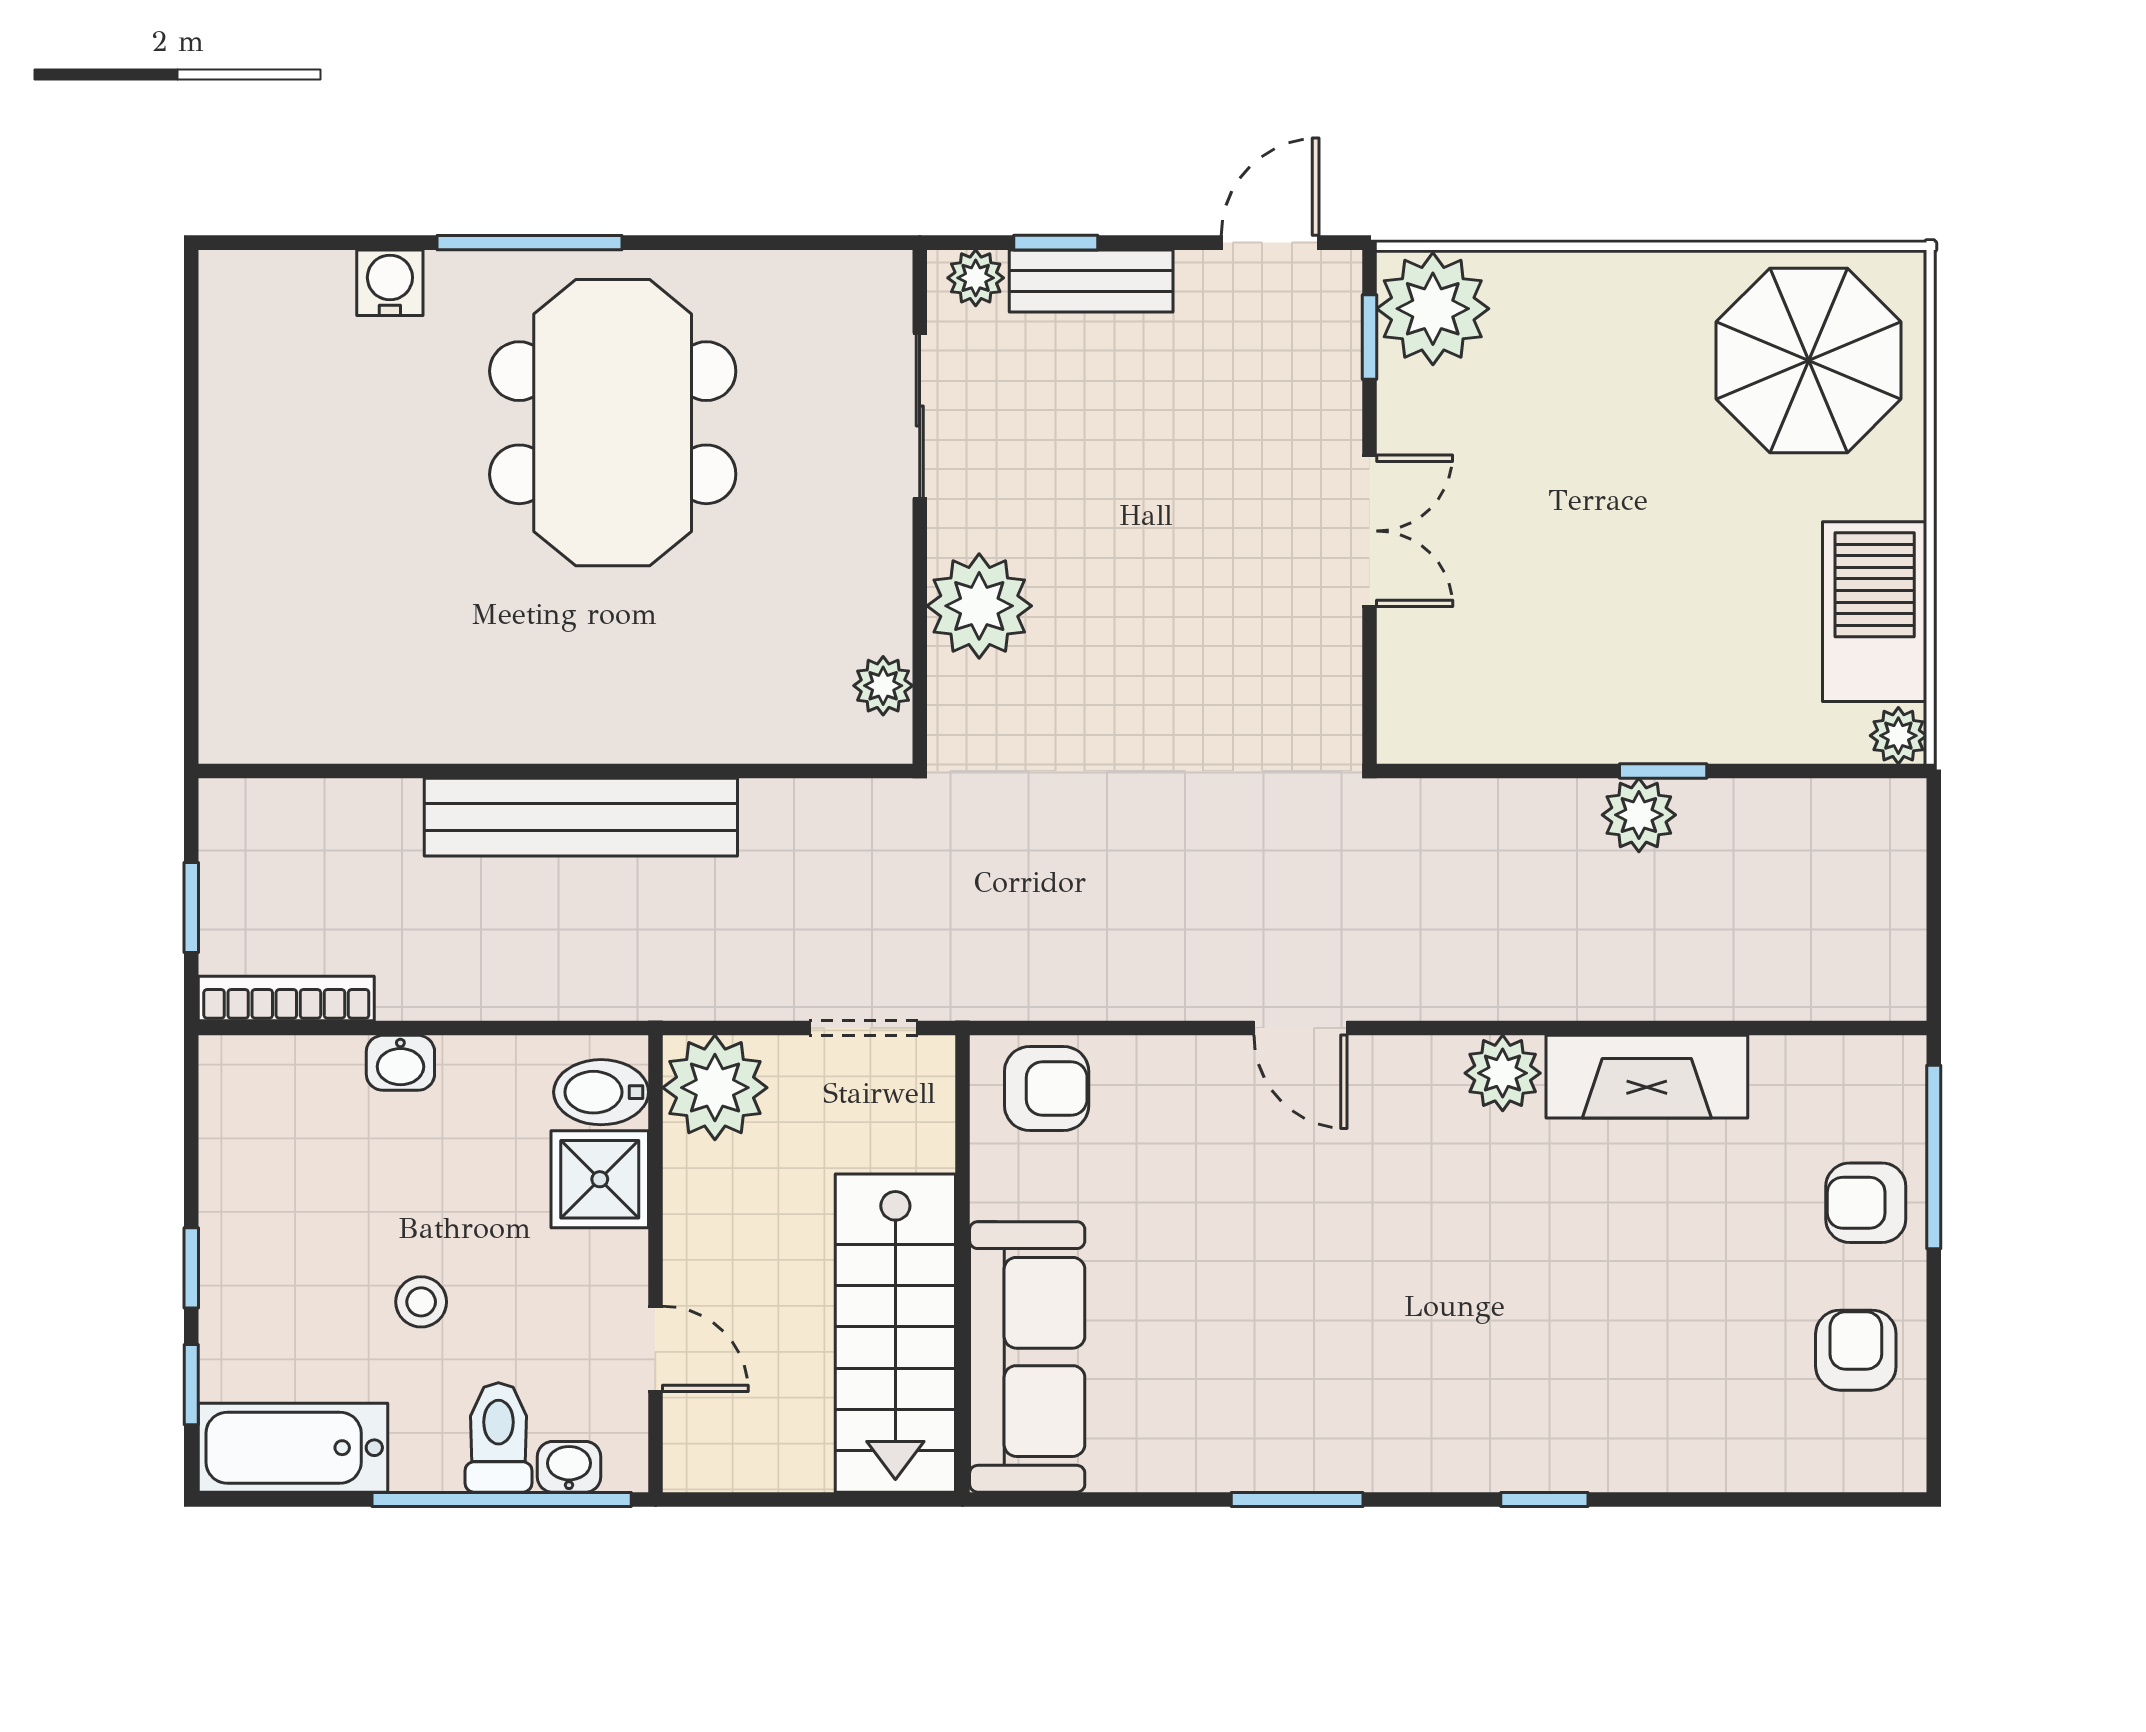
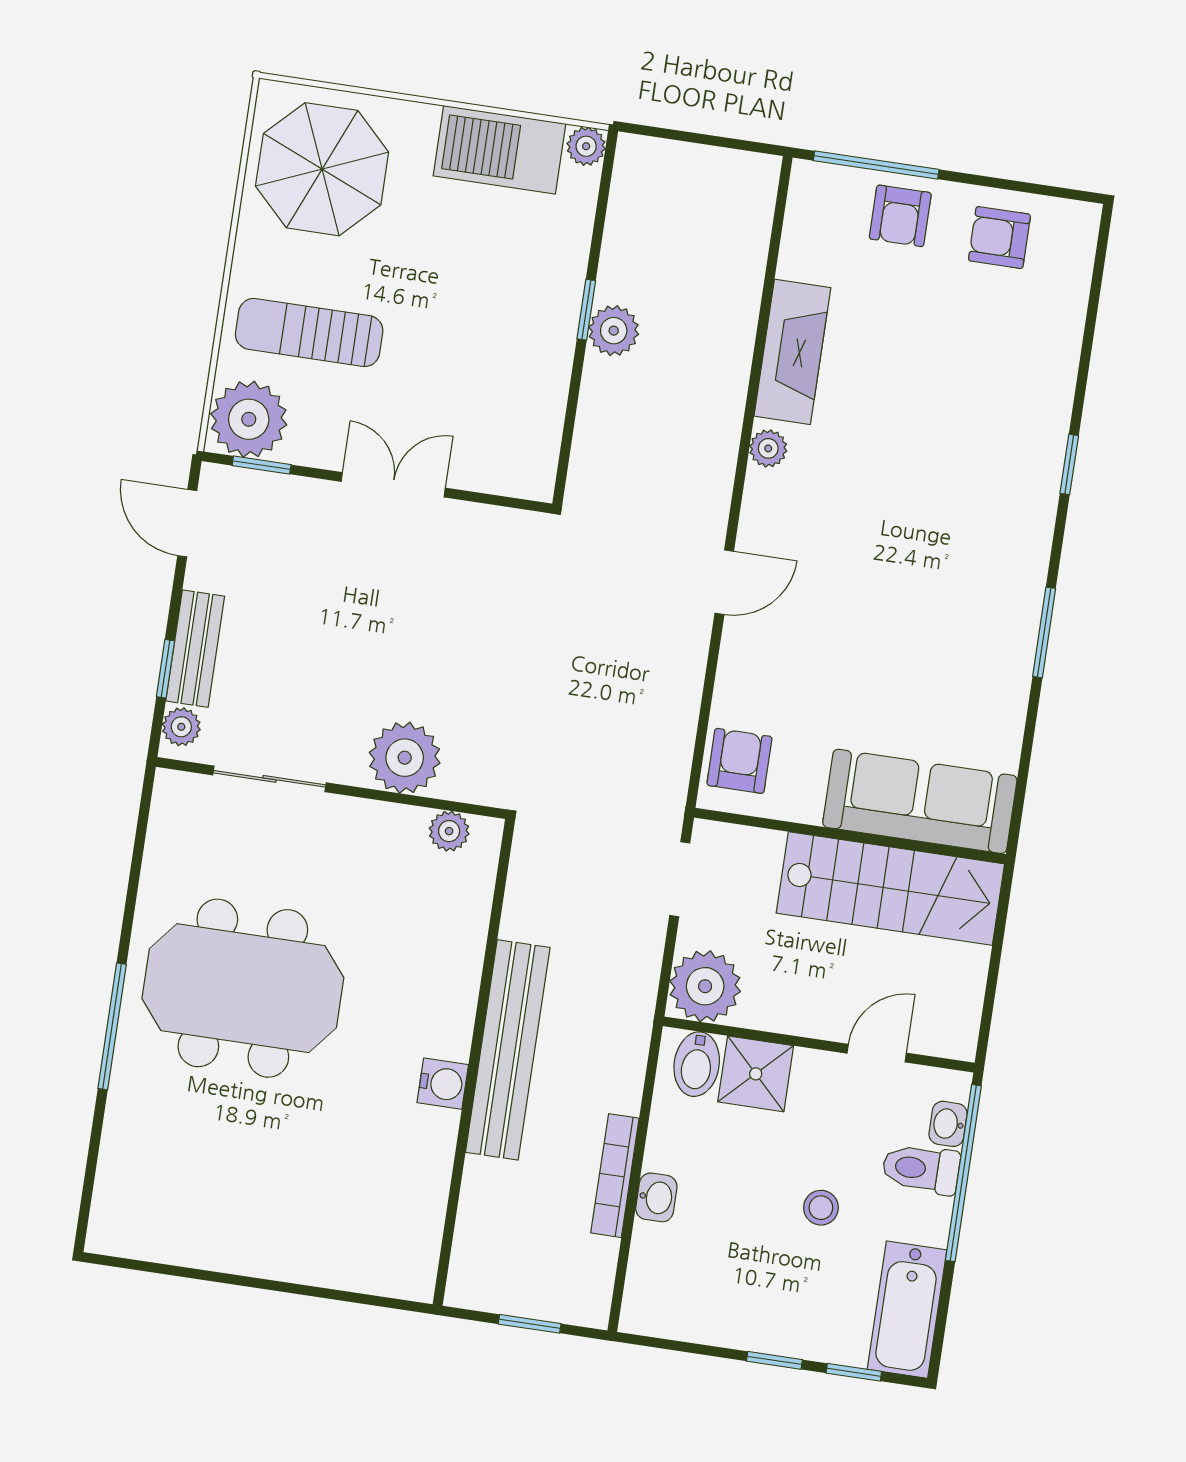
water cooler: (390, 283) -> (443, 1084), moved, turned 180
sun lounger: (1571, 377) -> (309, 332), added
bookcase: (286, 998) -> (615, 1176), moved
plant: (1503, 1073) -> (768, 448), width x0.73, depth x0.73

